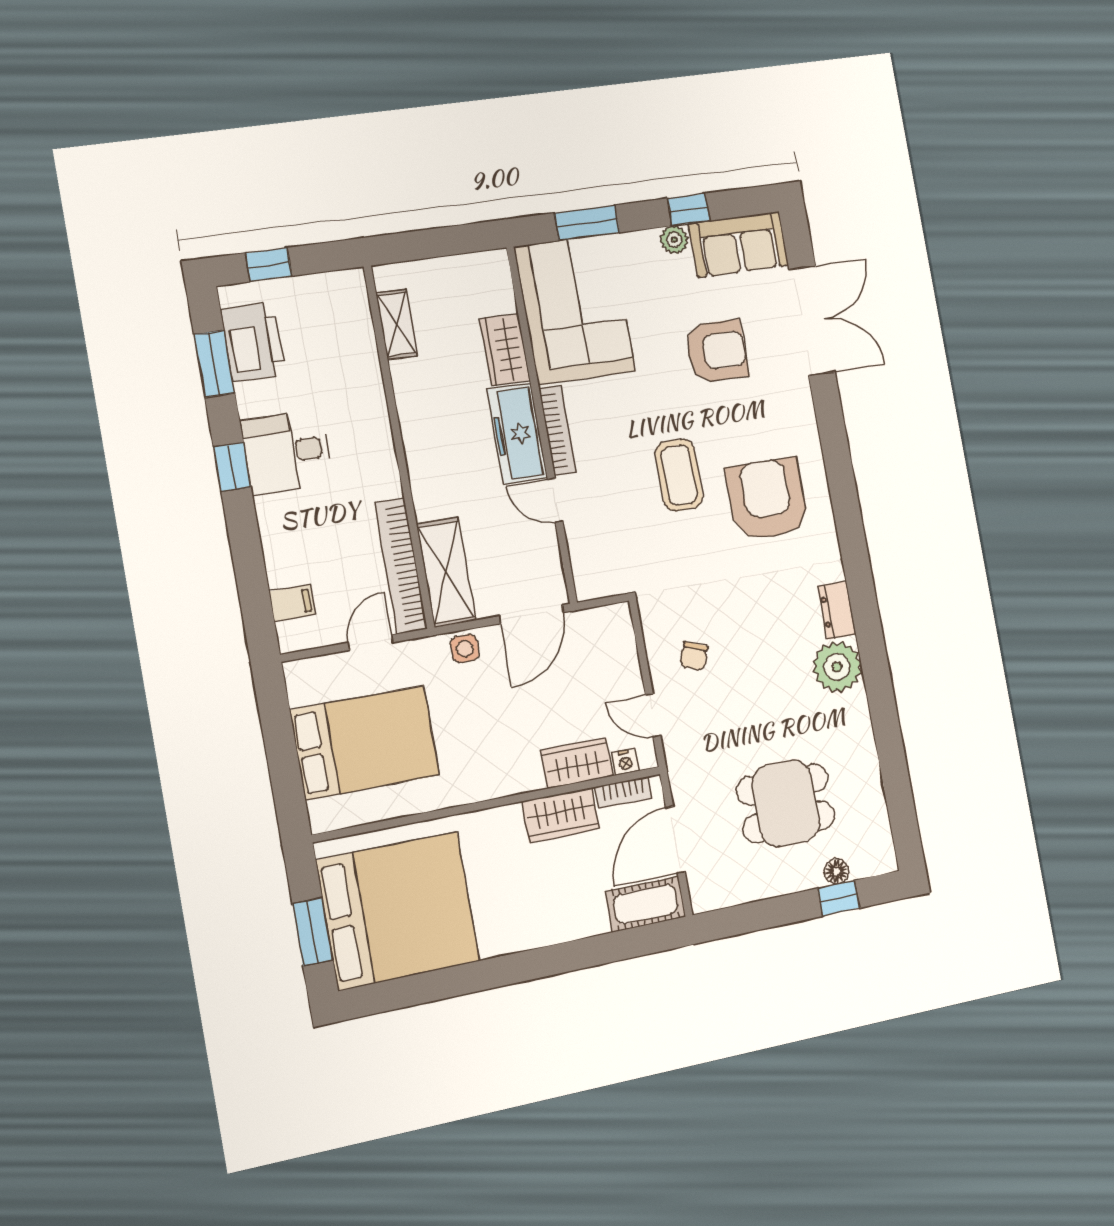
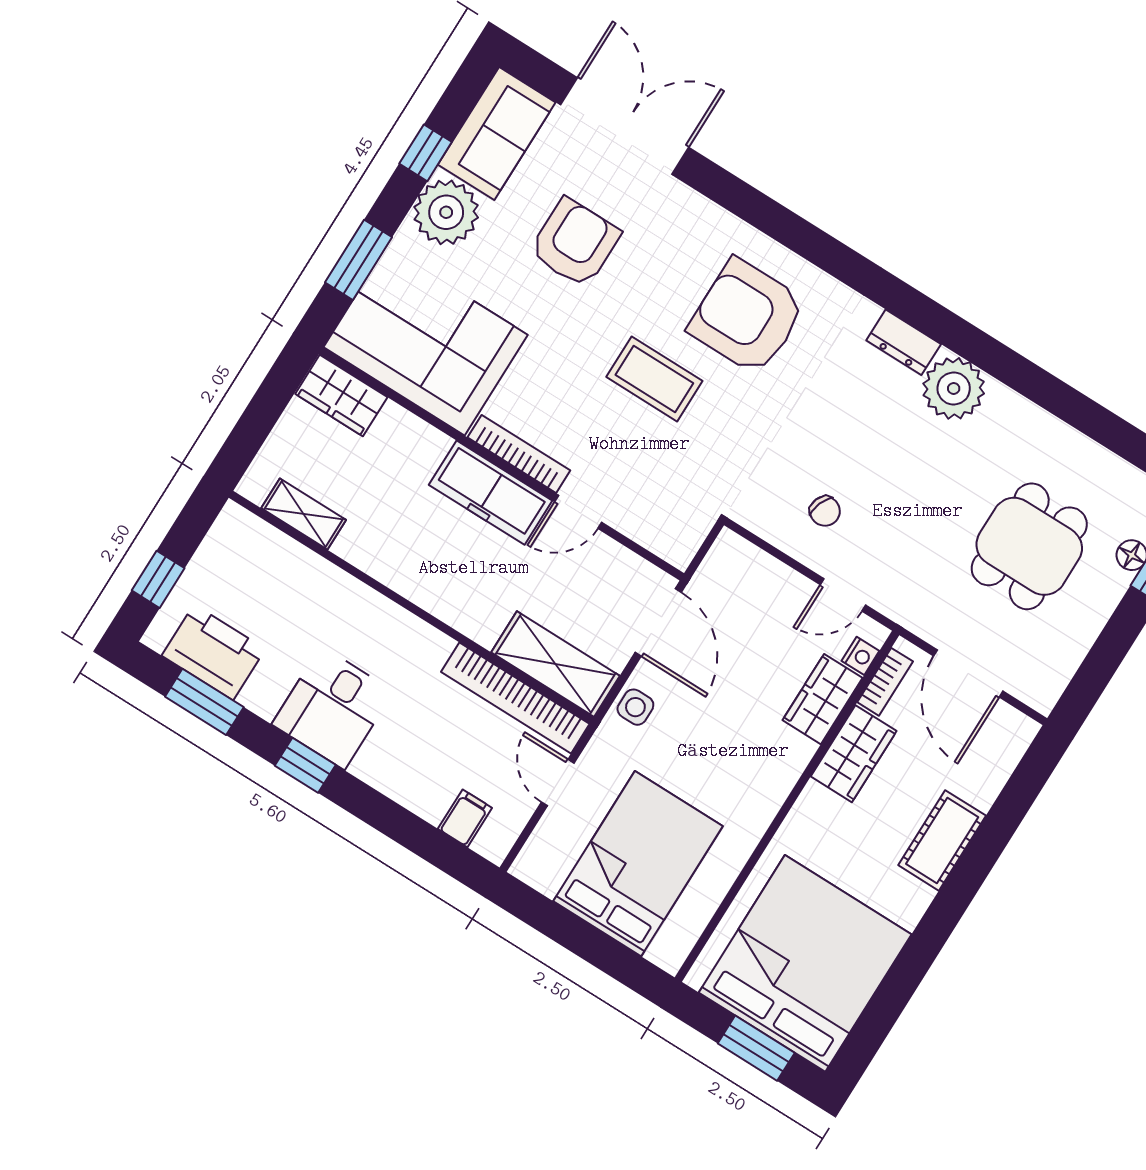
plant: (674, 240) -> (446, 212), width x1.87, depth x1.87
wardrobe: (505, 350) -> (341, 395), moved
cot: (646, 904) -> (942, 840), moved

